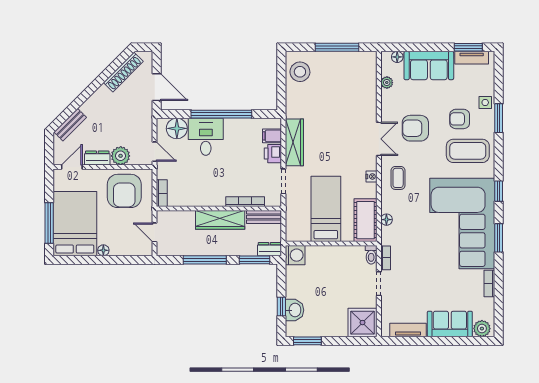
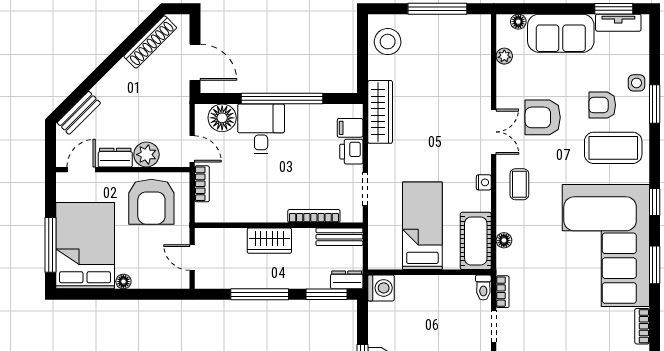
wardrobe: (294, 142) -> (380, 112), moved
bookcase: (162, 193) -> (202, 184), moved
wardrobe: (220, 220) -> (269, 241), width x0.67

